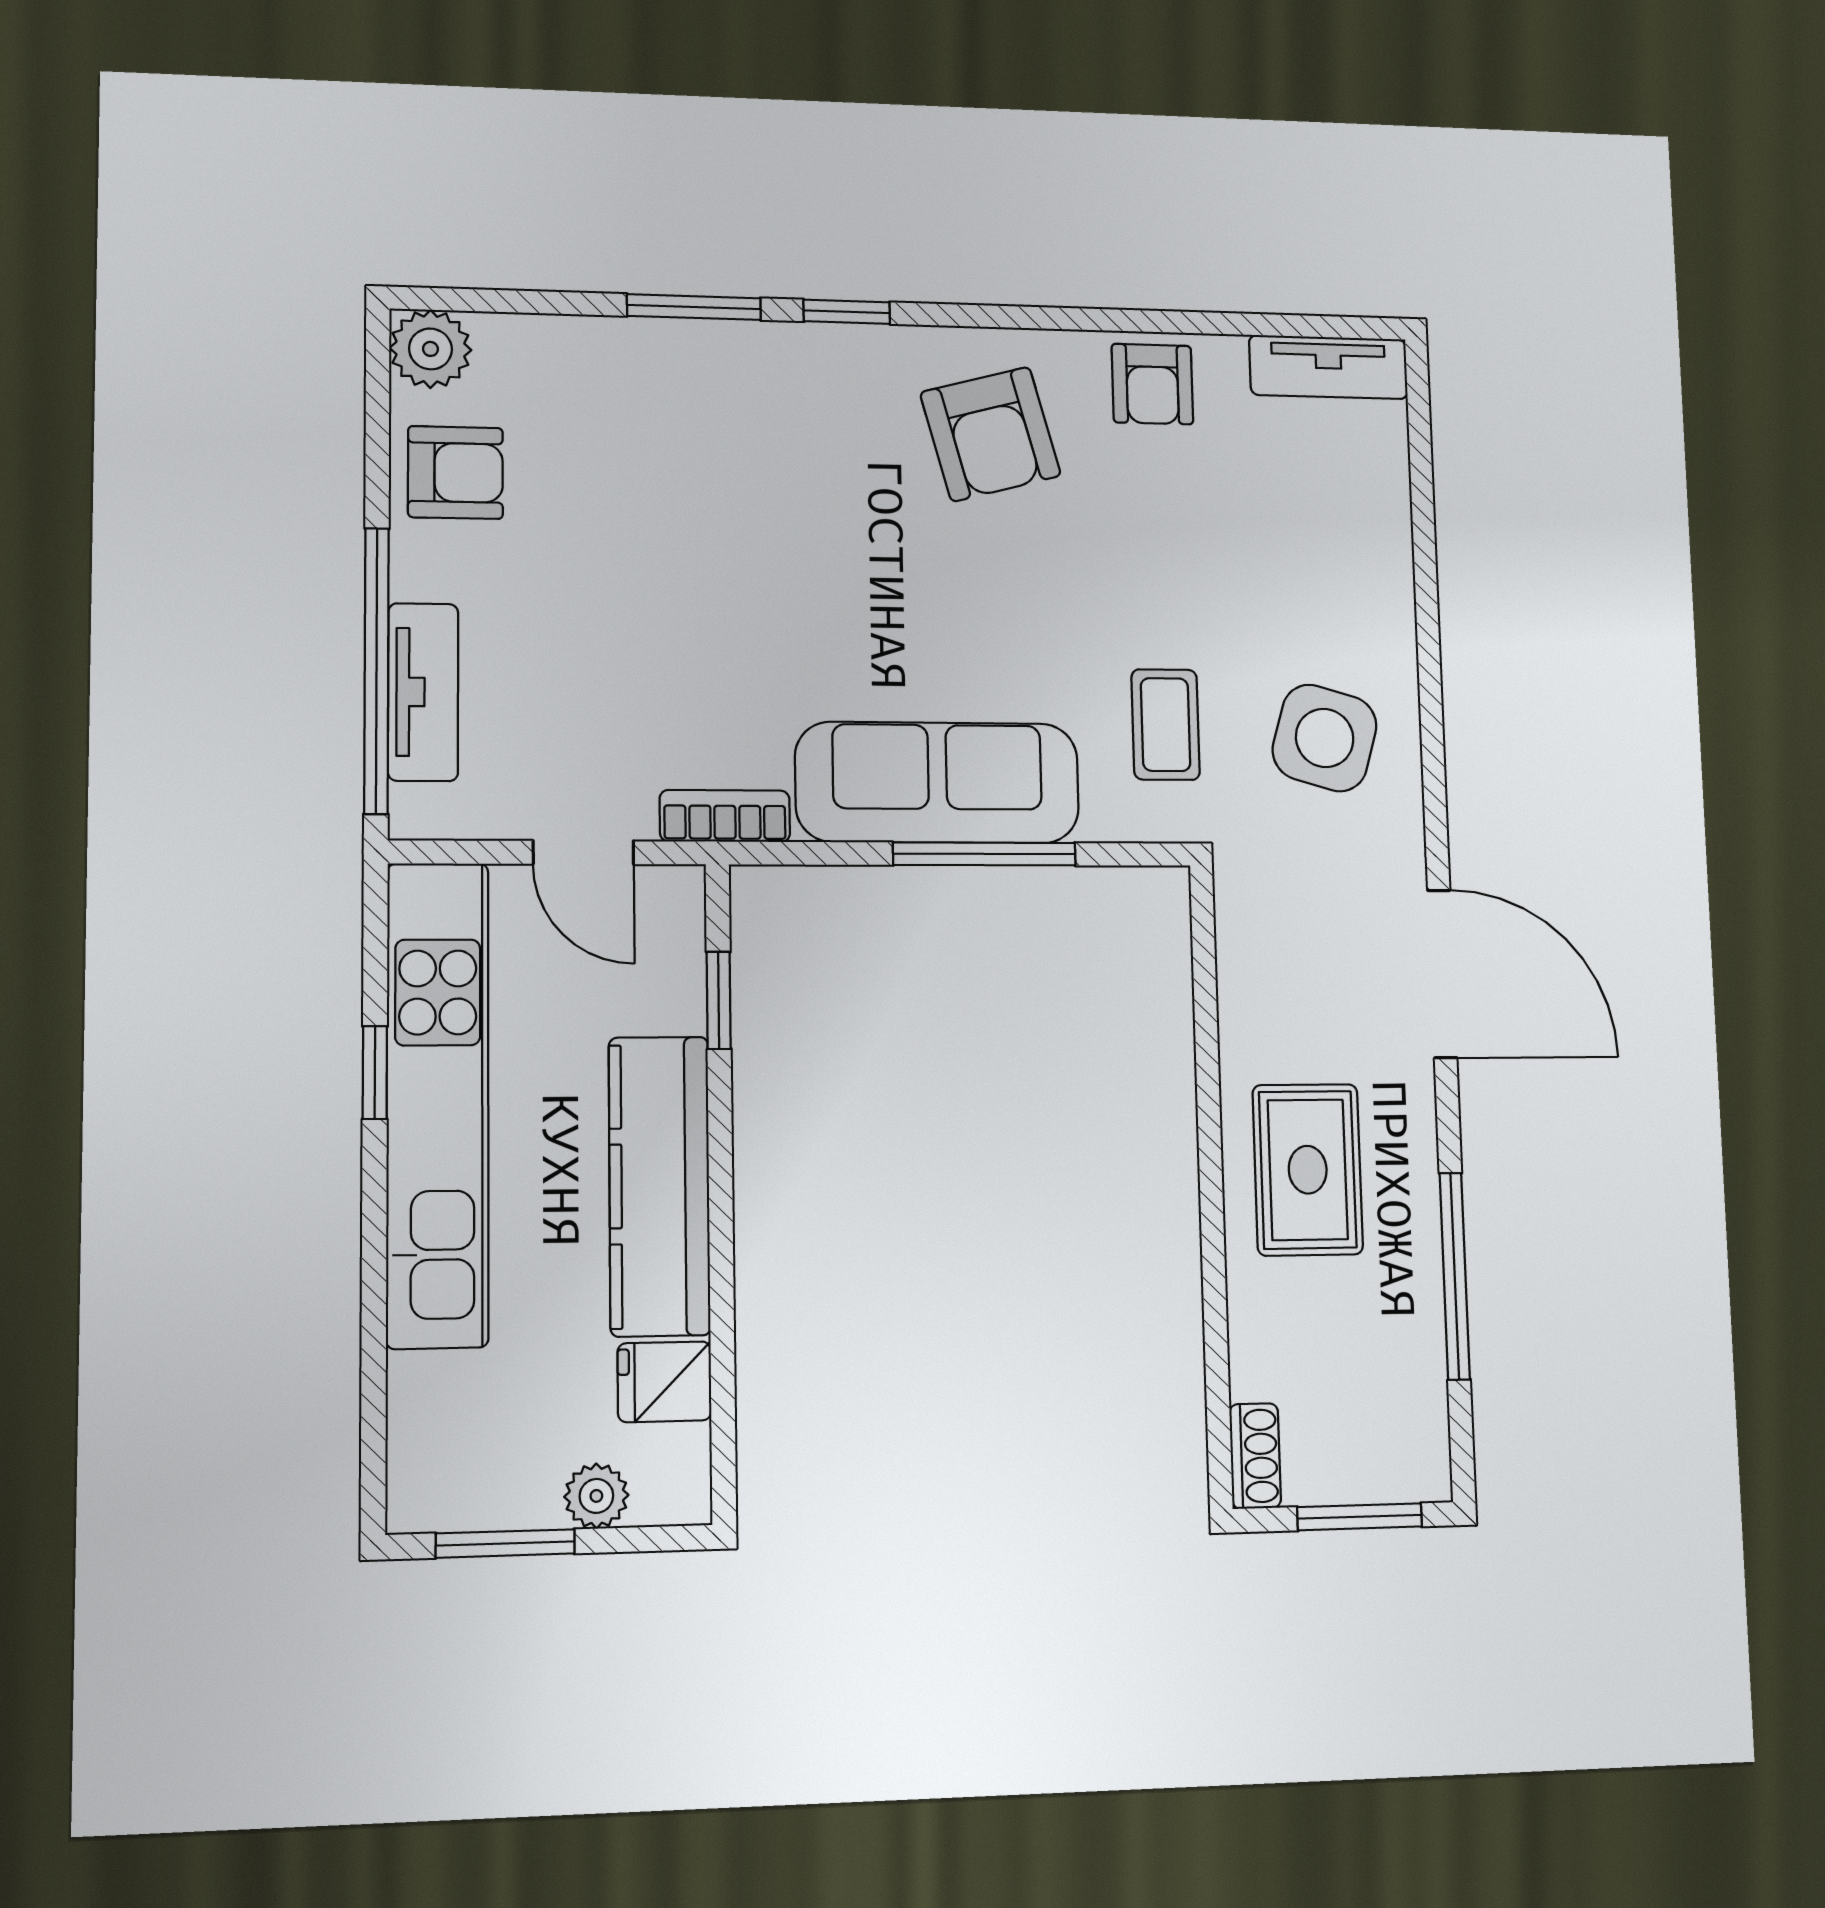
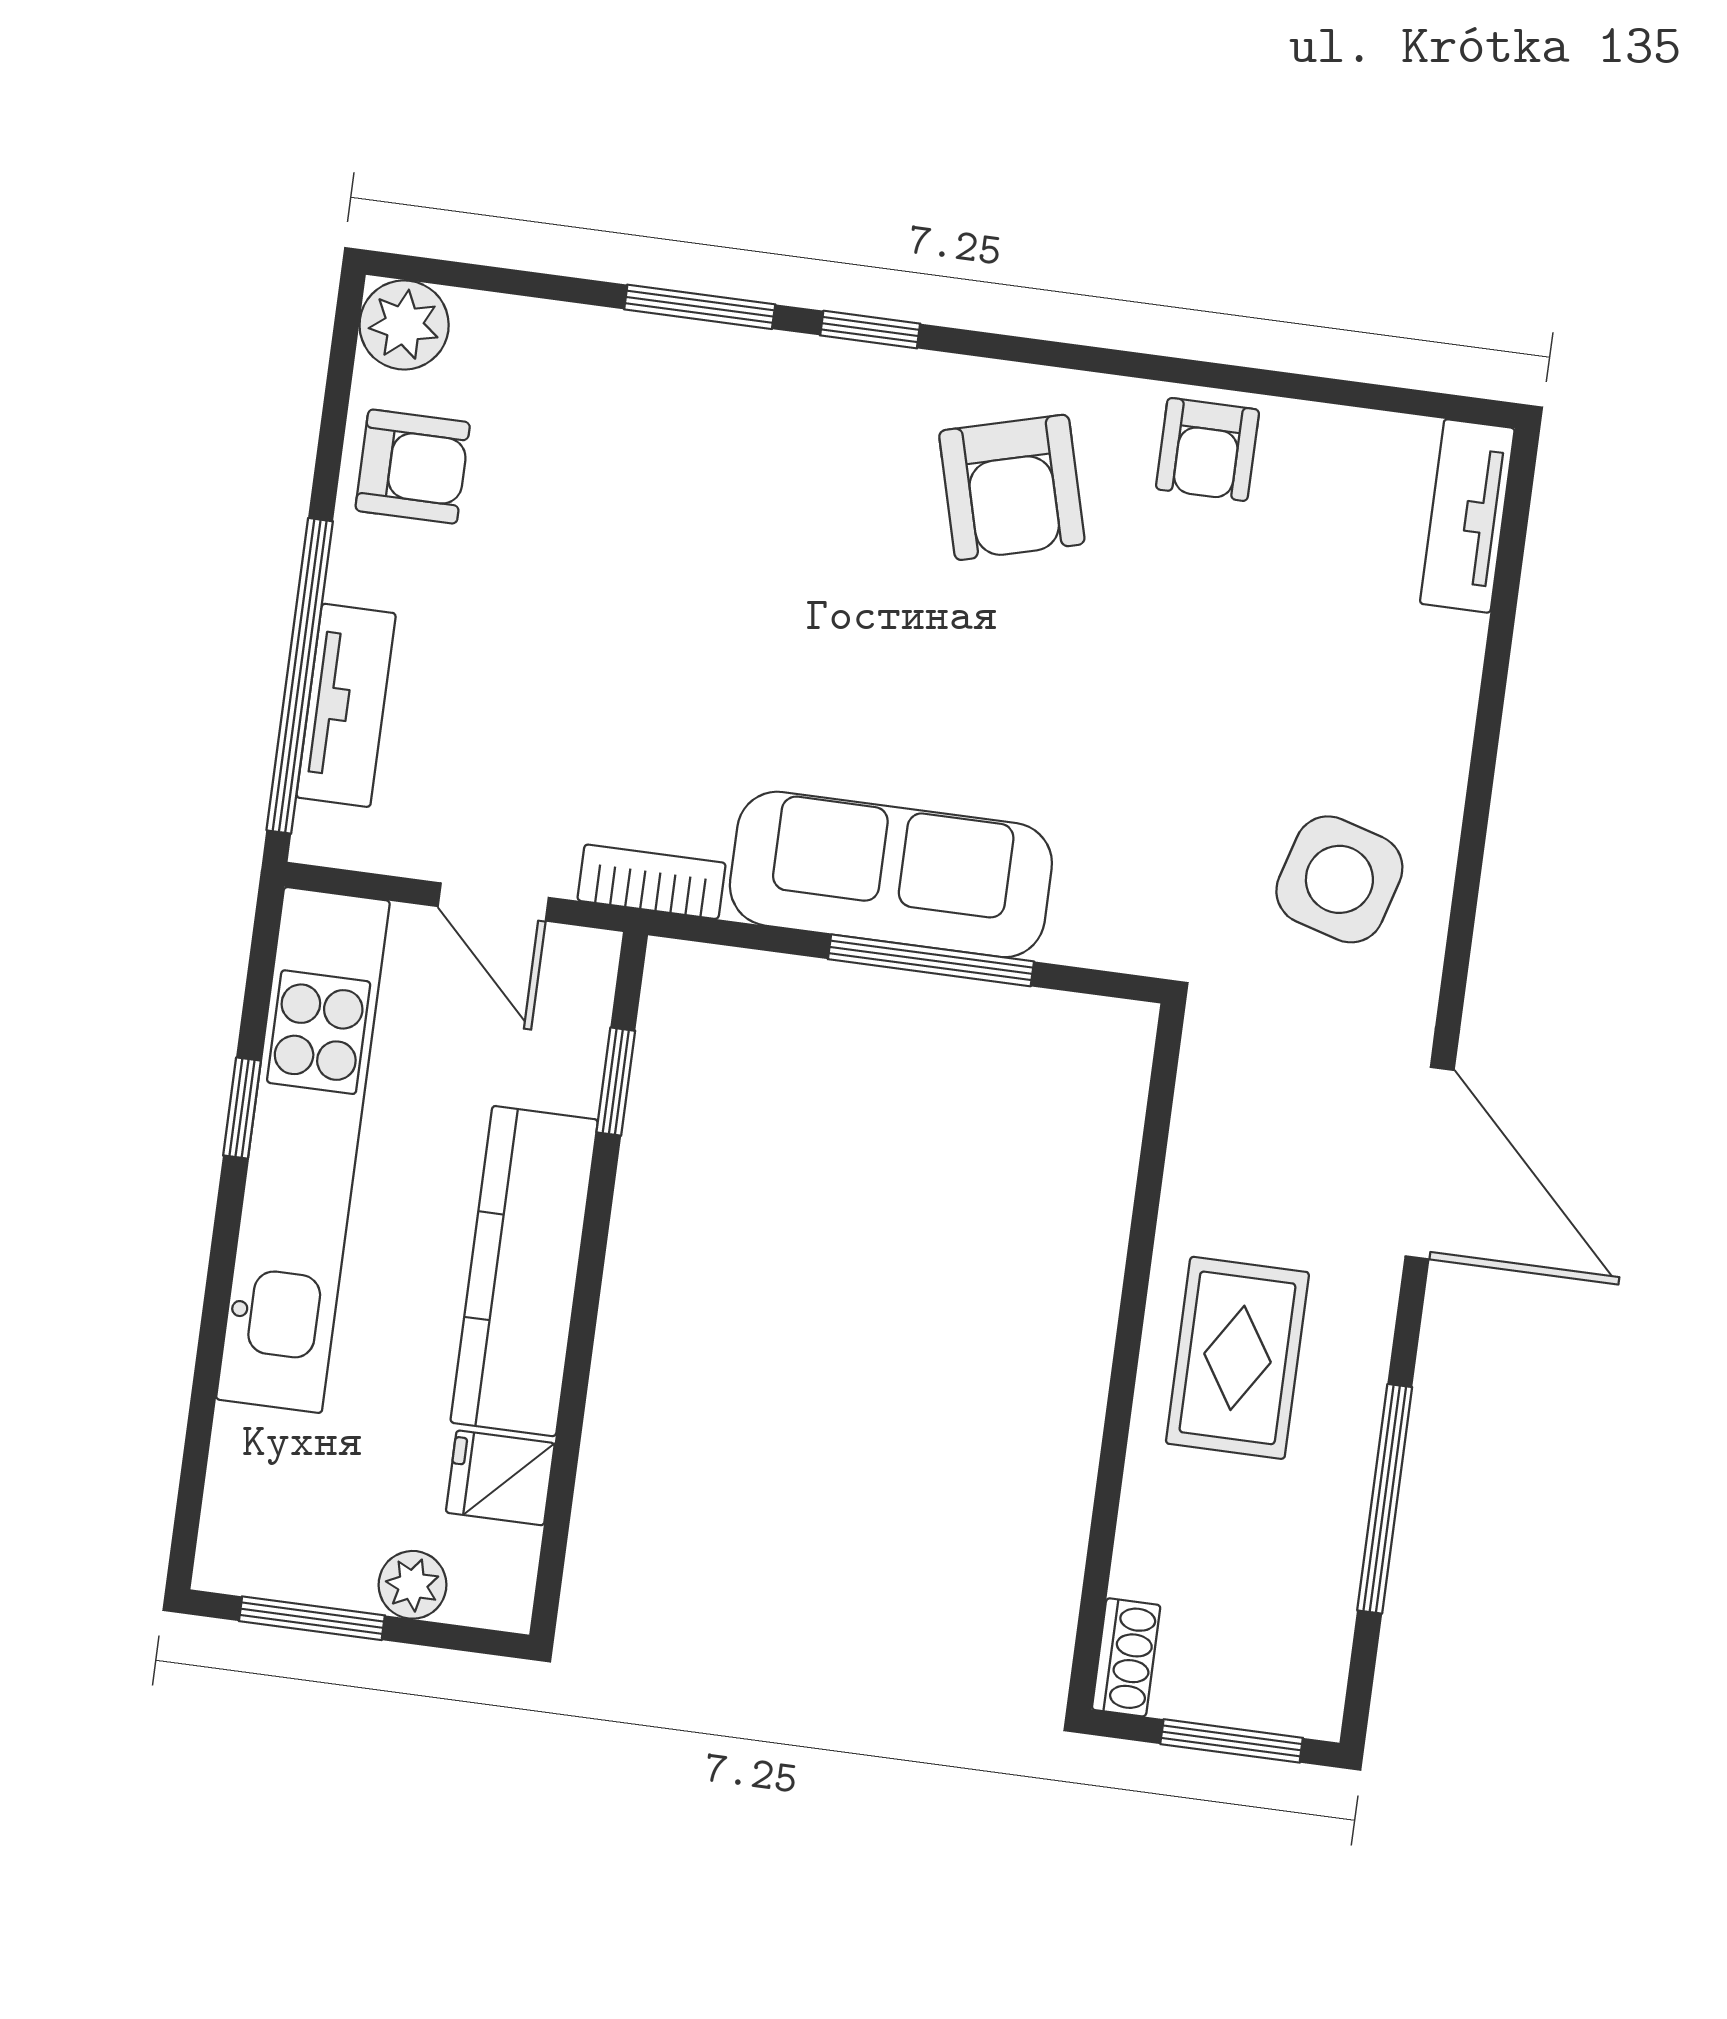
tv unit: (1329, 367) -> (1467, 516), moved, turned 90
coffee table: (1166, 725) -> (1159, 842), removed

